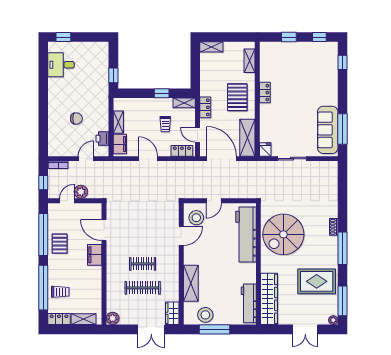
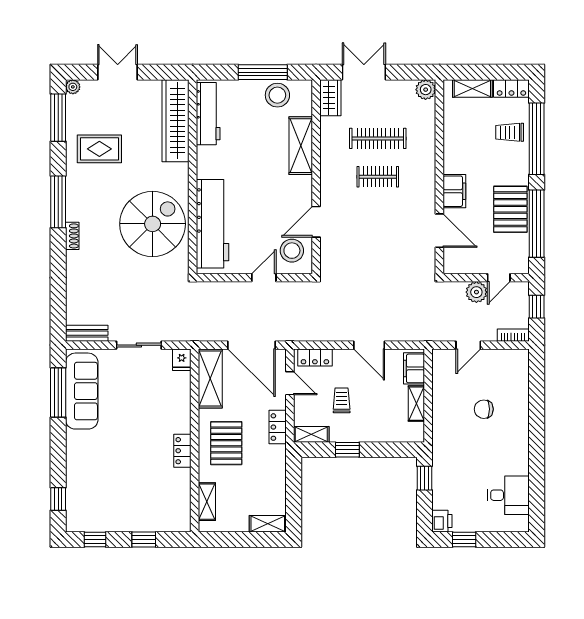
window: (63, 37) -> (464, 539), moved
printer: (102, 139) -> (442, 521), moved
bench: (325, 166) -> (87, 333), added
pallet: (60, 244) -> (510, 209), width x1.50, depth x1.42
rug: (317, 281) -> (99, 149), width x0.73, depth x0.70

